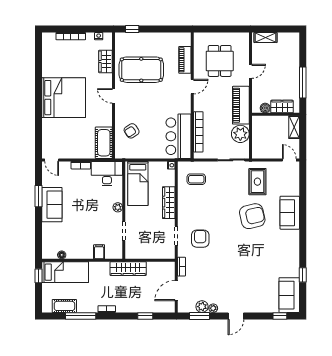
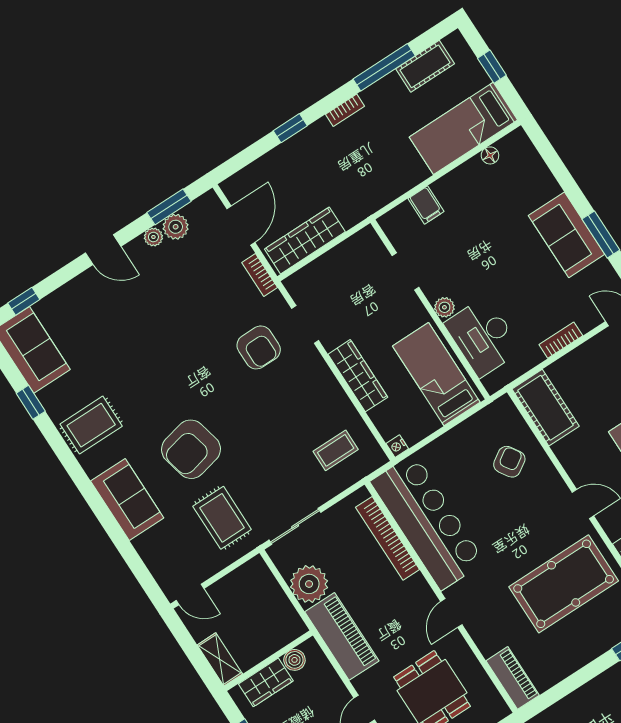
piano: (185, 60) -> (513, 678), moved
bar counter: (179, 136) -> (428, 522), width x1.36
desk: (107, 174) -> (483, 337), moved, turned 90
rug: (285, 251) -> (91, 425), added
wardrobe: (128, 269) -> (305, 240), moved
window: (39, 276) -> (492, 67), moved
window: (145, 316) -> (290, 128), moved
door: (236, 316) -> (103, 250), swing flipped

